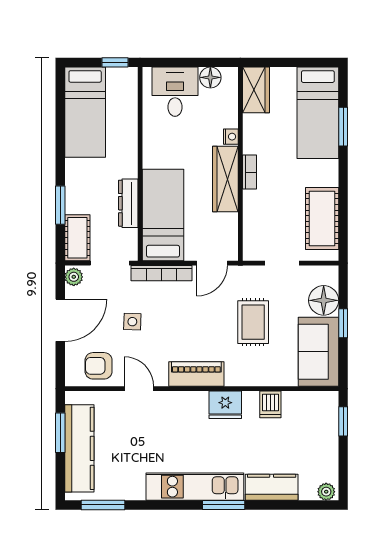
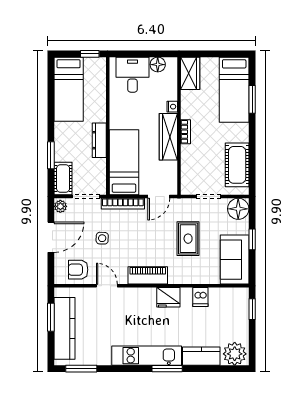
dresser: (128, 203) -> (99, 140), moved
floor lamp: (324, 300) -> (238, 209), moved
plant: (326, 492) -> (235, 354), width x1.87, depth x1.87

